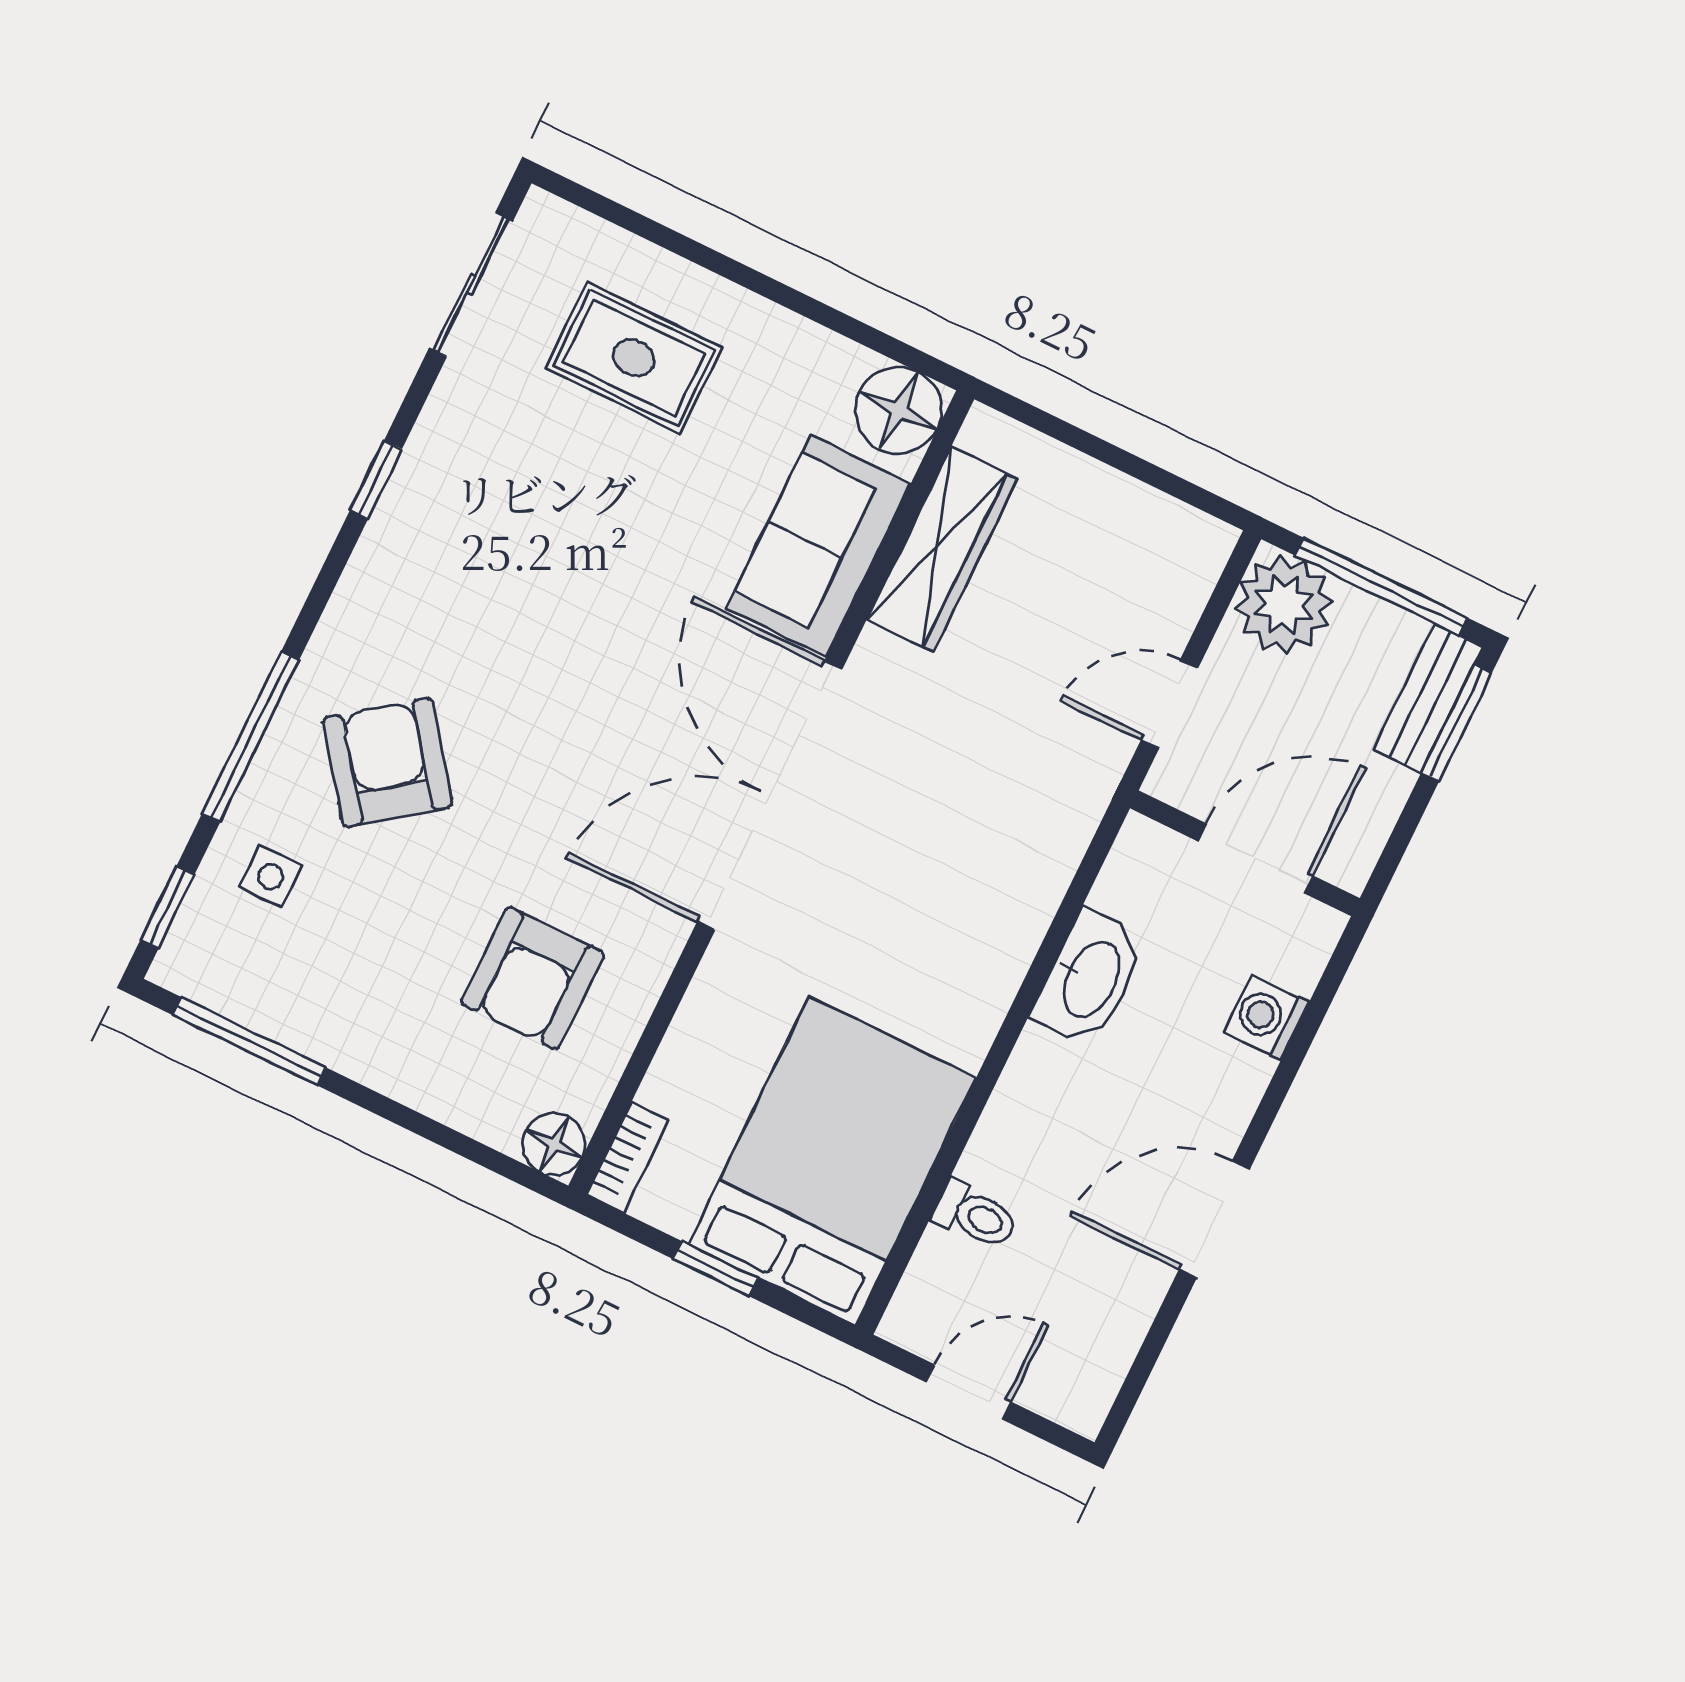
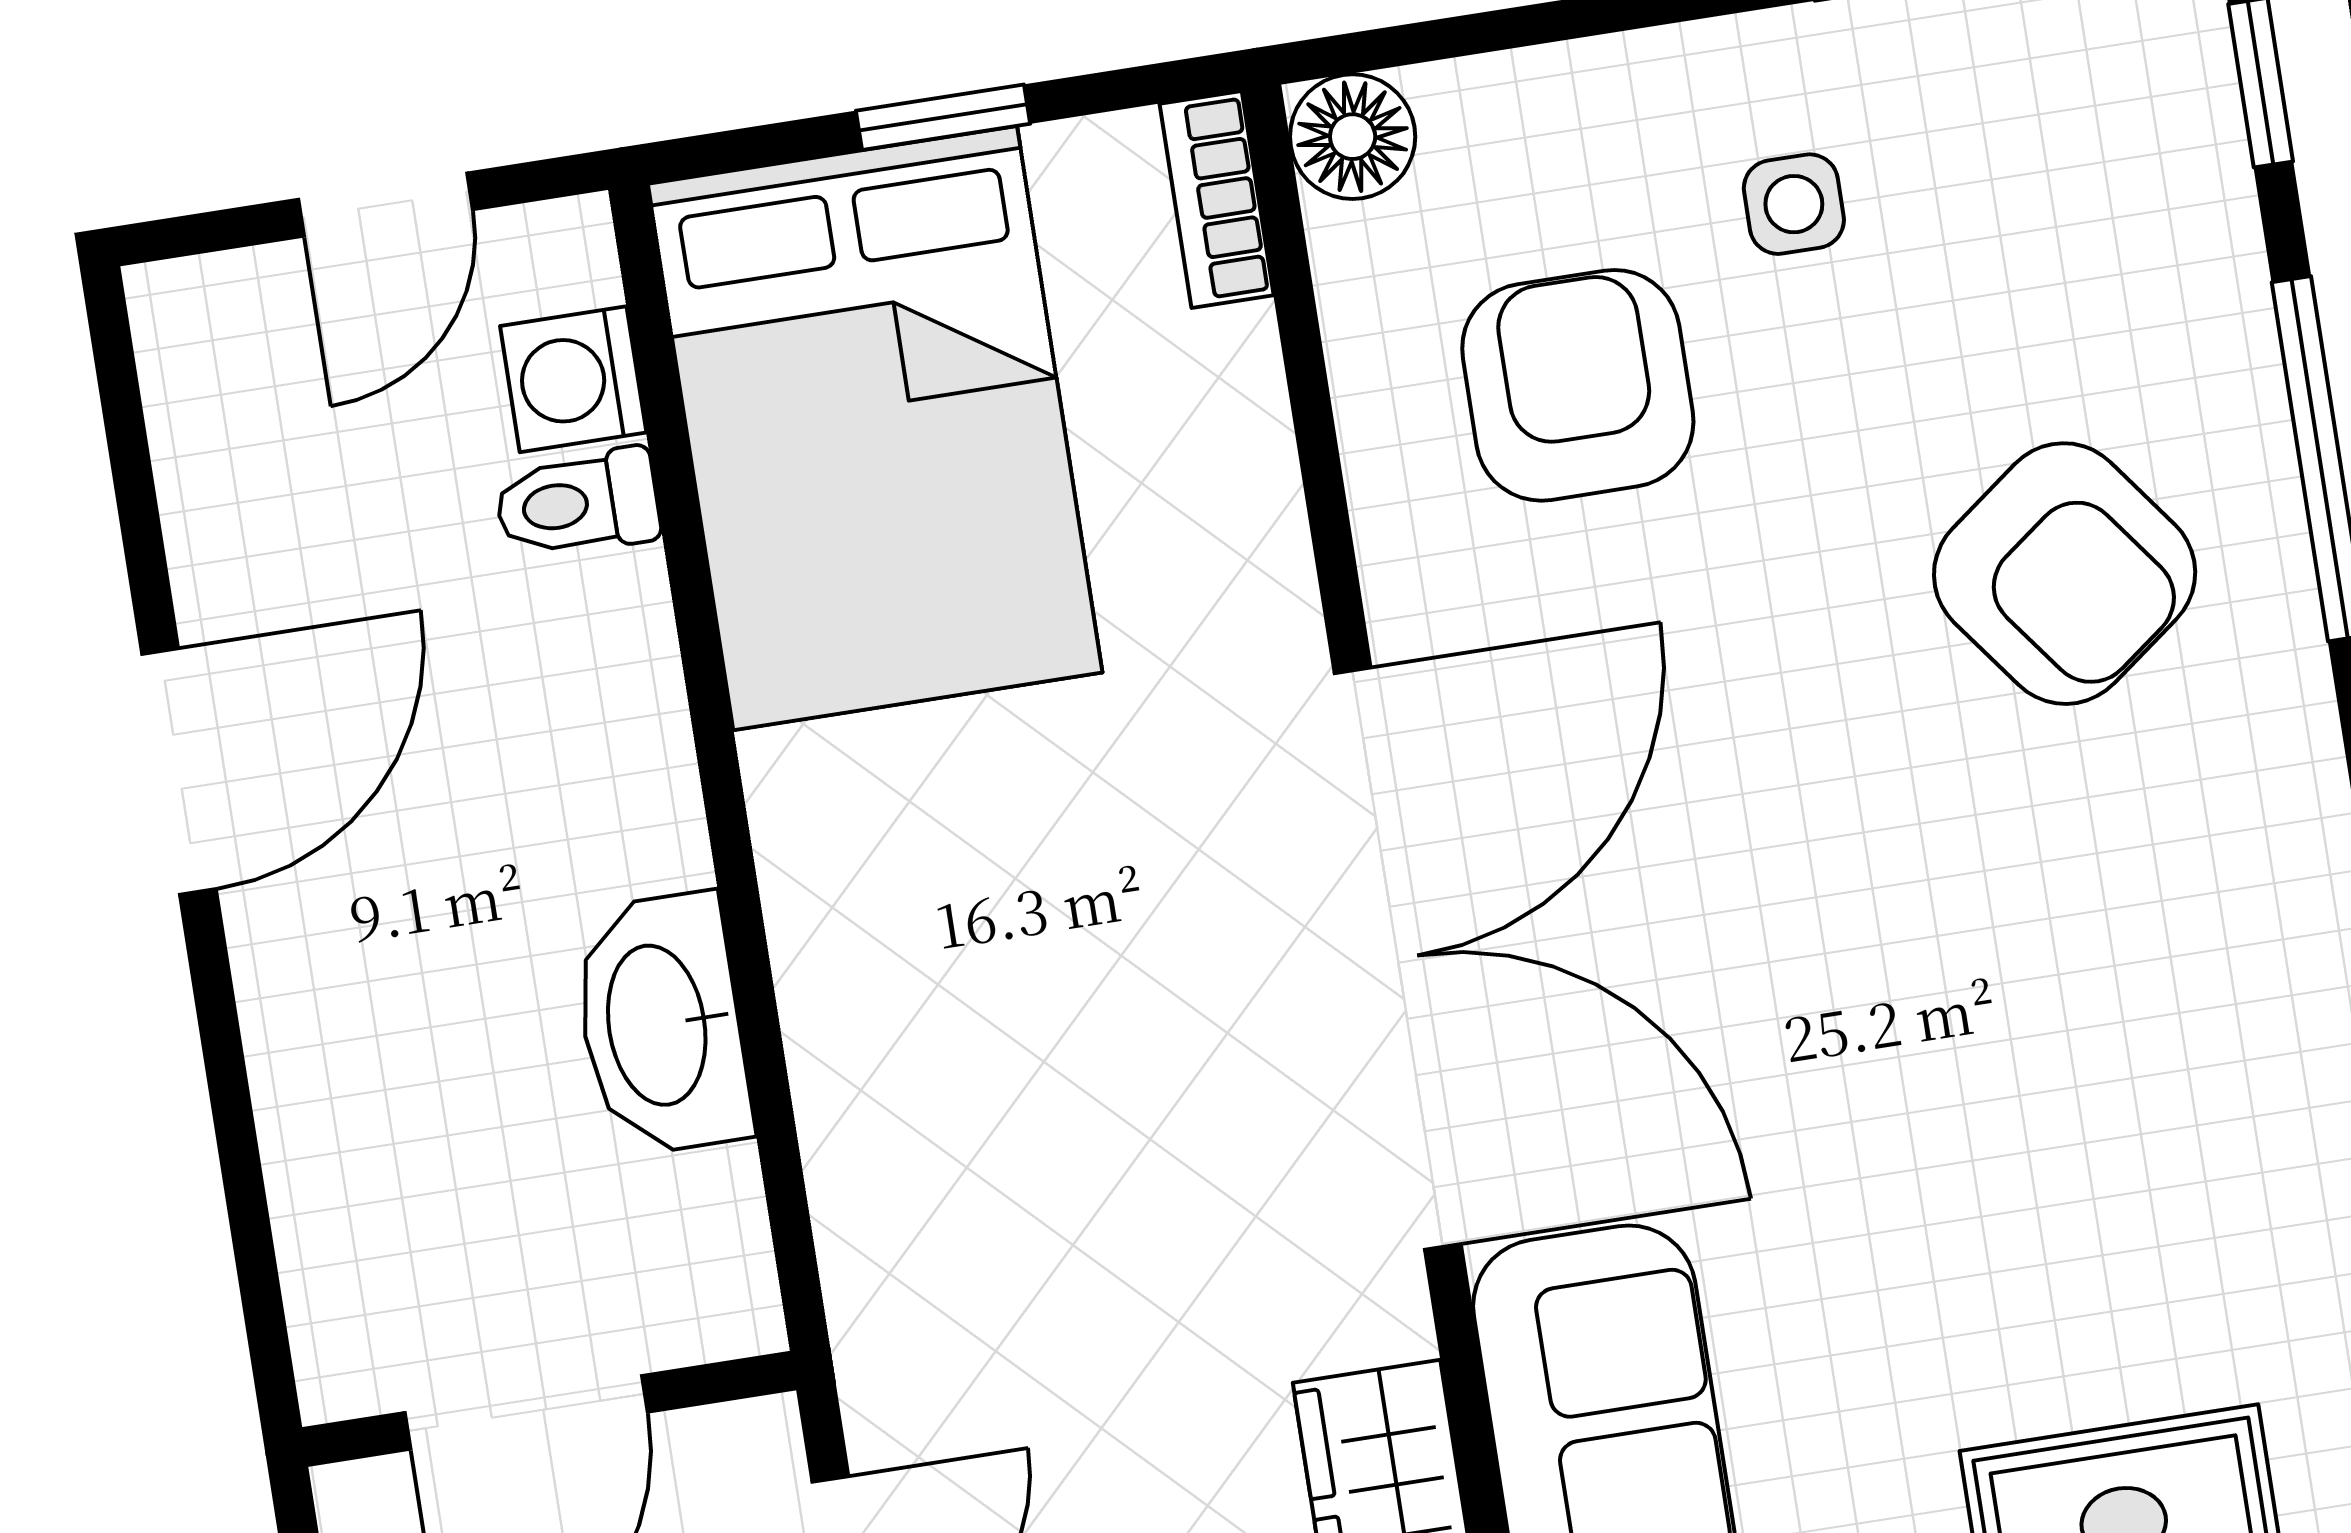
side table: (271, 876) -> (1794, 204), moved
washing machine: (1266, 1017) -> (573, 379), moved, turned 180

